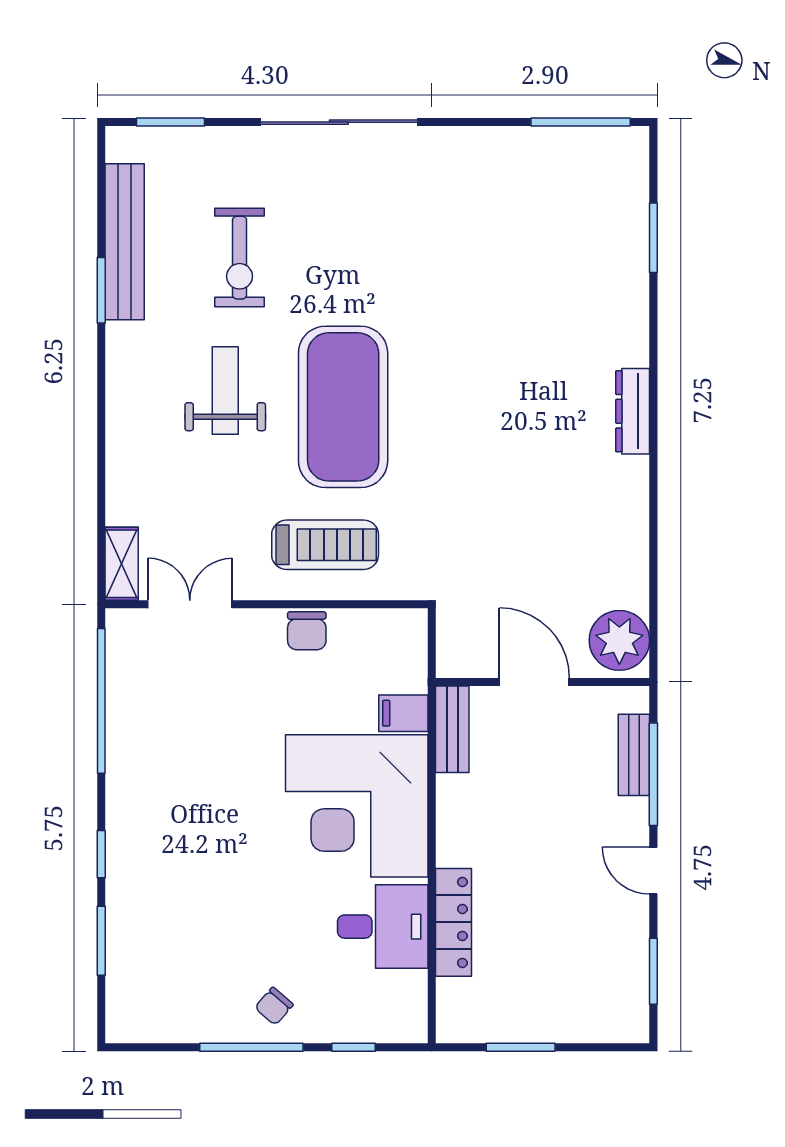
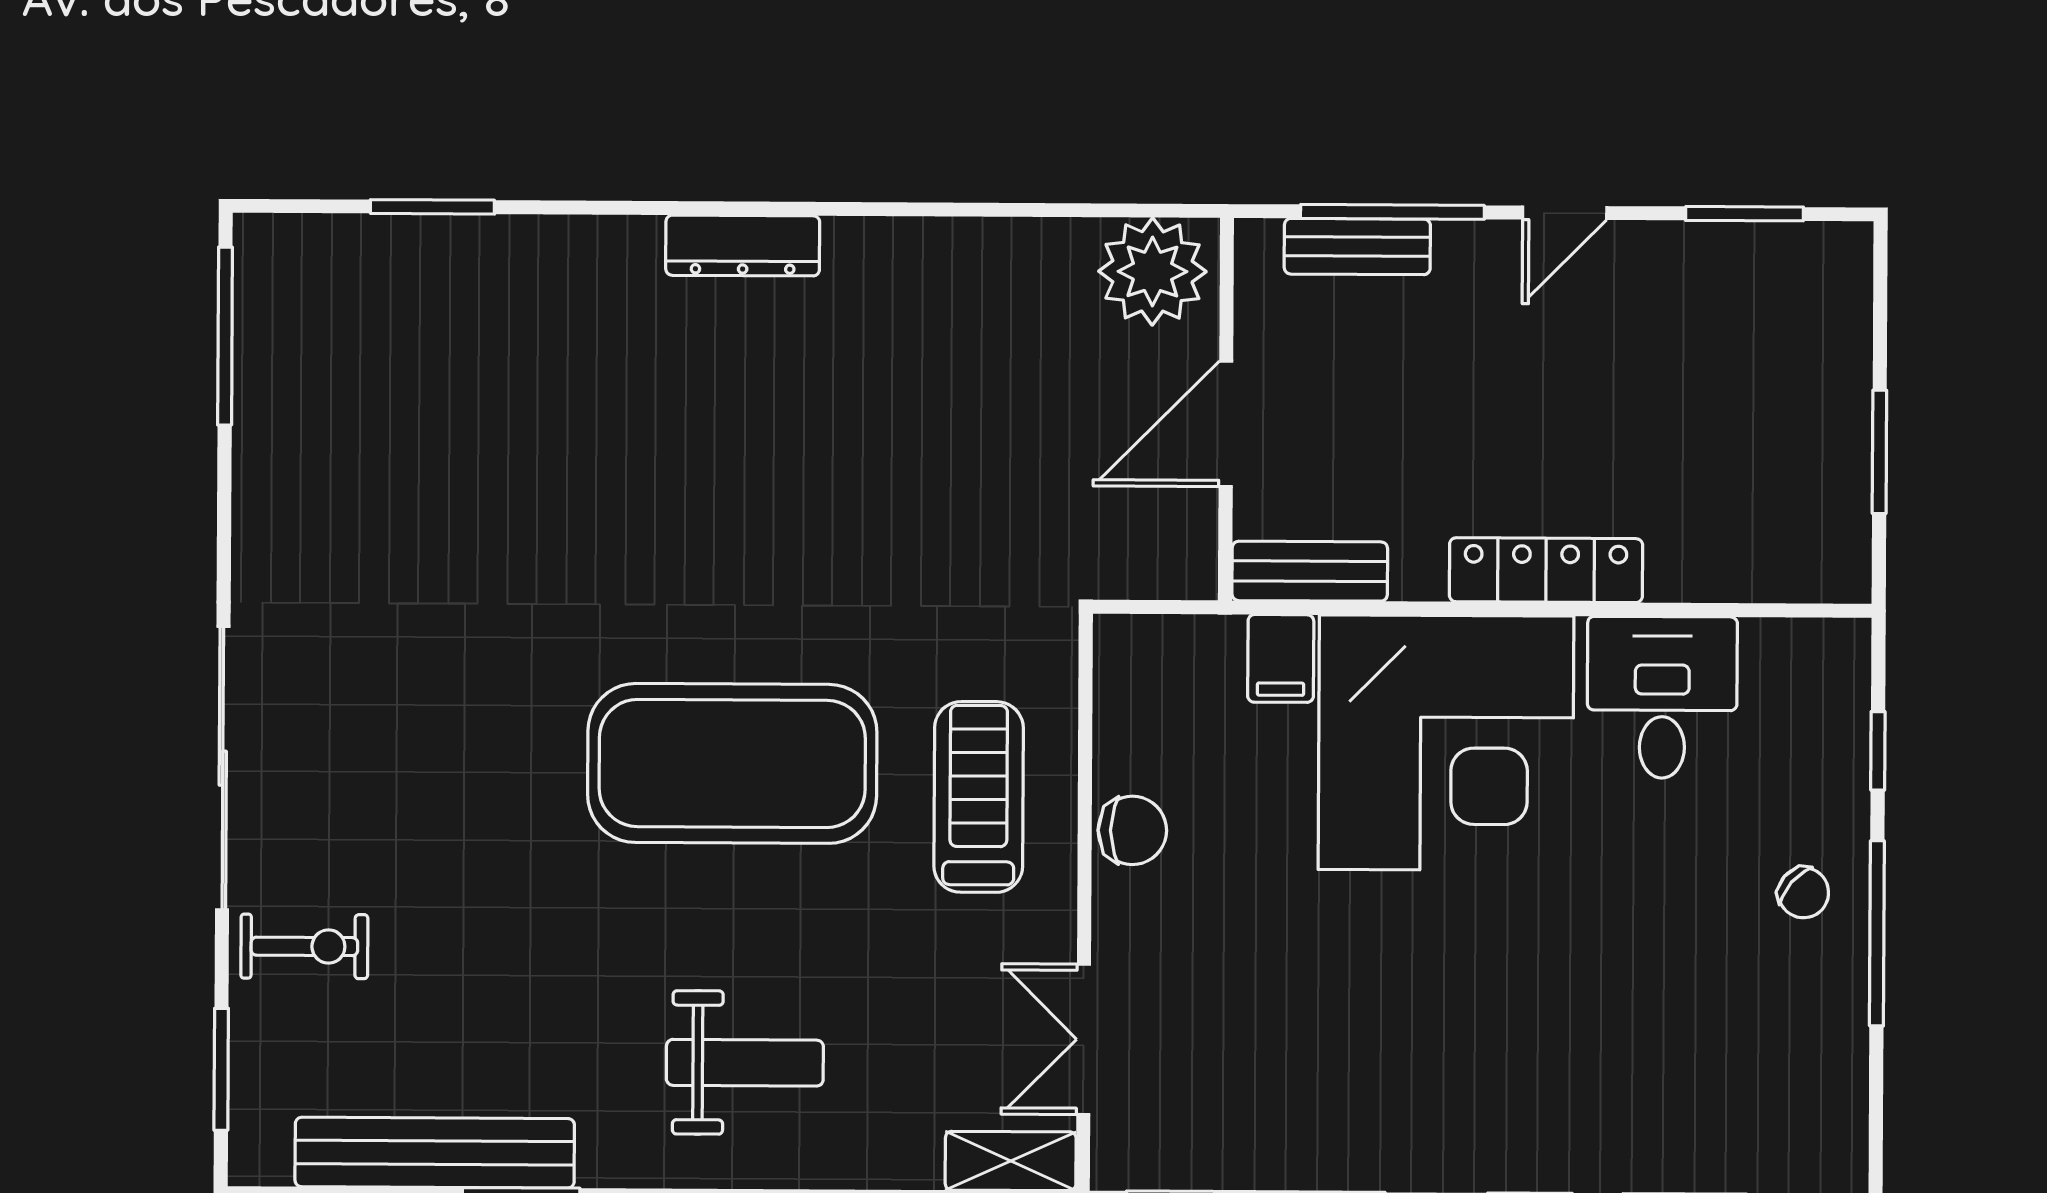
exercise bike: (240, 258) -> (304, 946), moved, width x0.73, depth x0.72
weight bench: (225, 390) -> (745, 1063), moved, turned 180
locker: (454, 922) -> (1546, 570), moved

